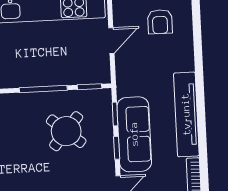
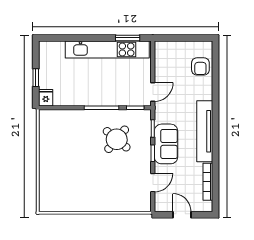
armchair: (160, 22) -> (200, 66), moved
door: (111, 41) -> (153, 92), moved
sofa: (134, 134) -> (166, 144), width x0.73

